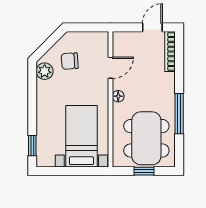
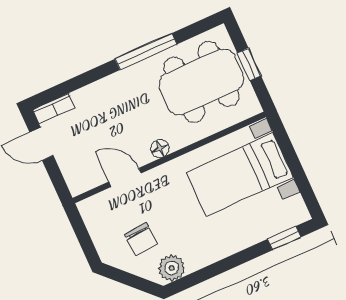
bookcase: (170, 52) -> (54, 109), width x0.64

